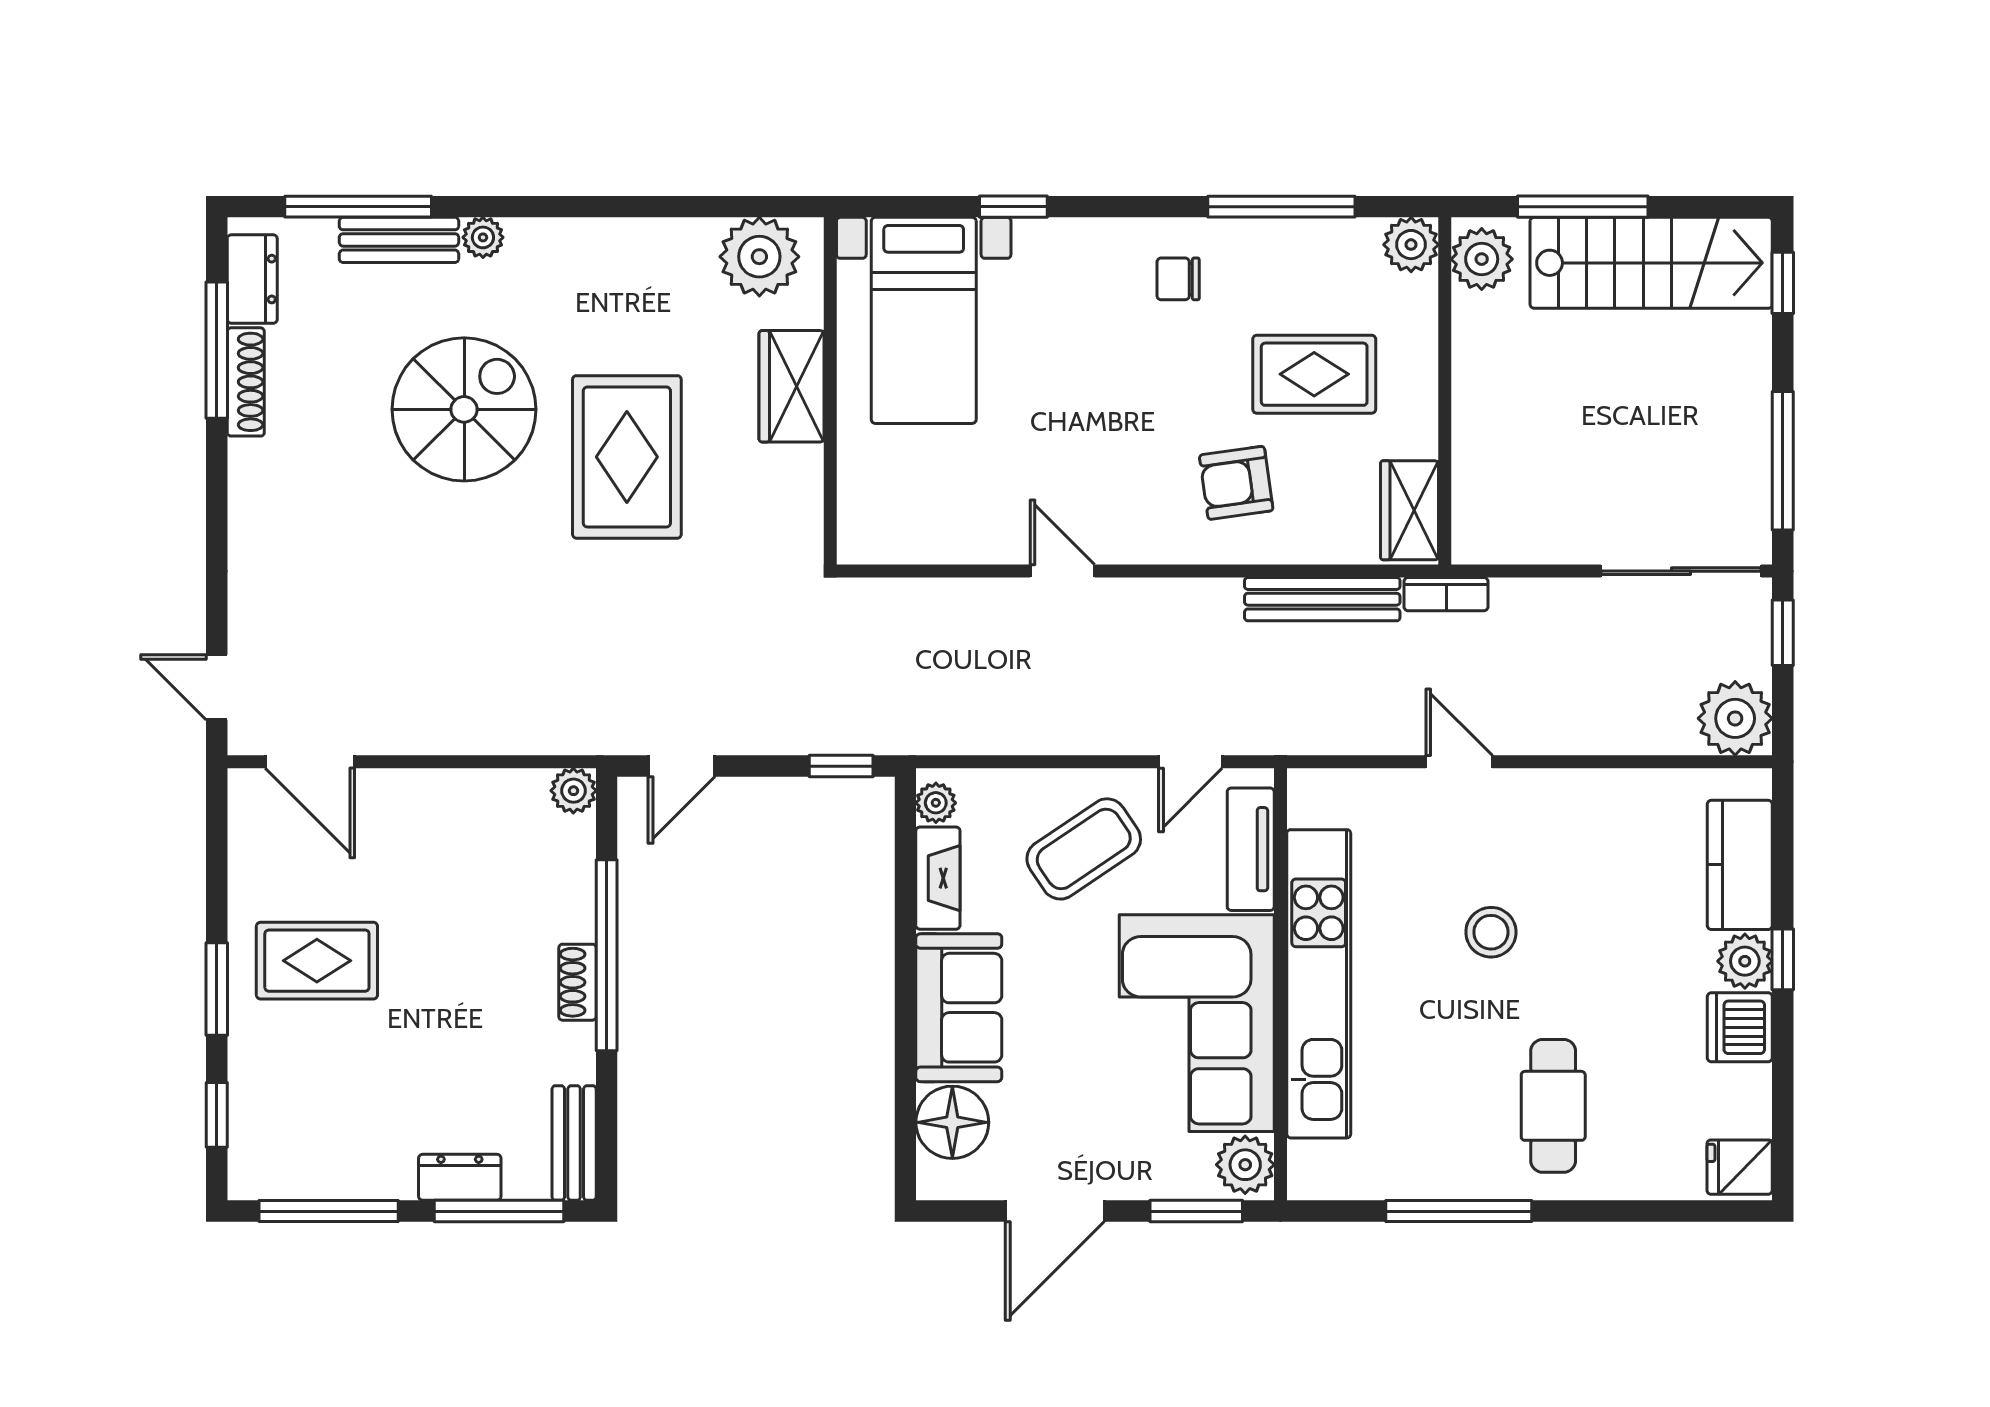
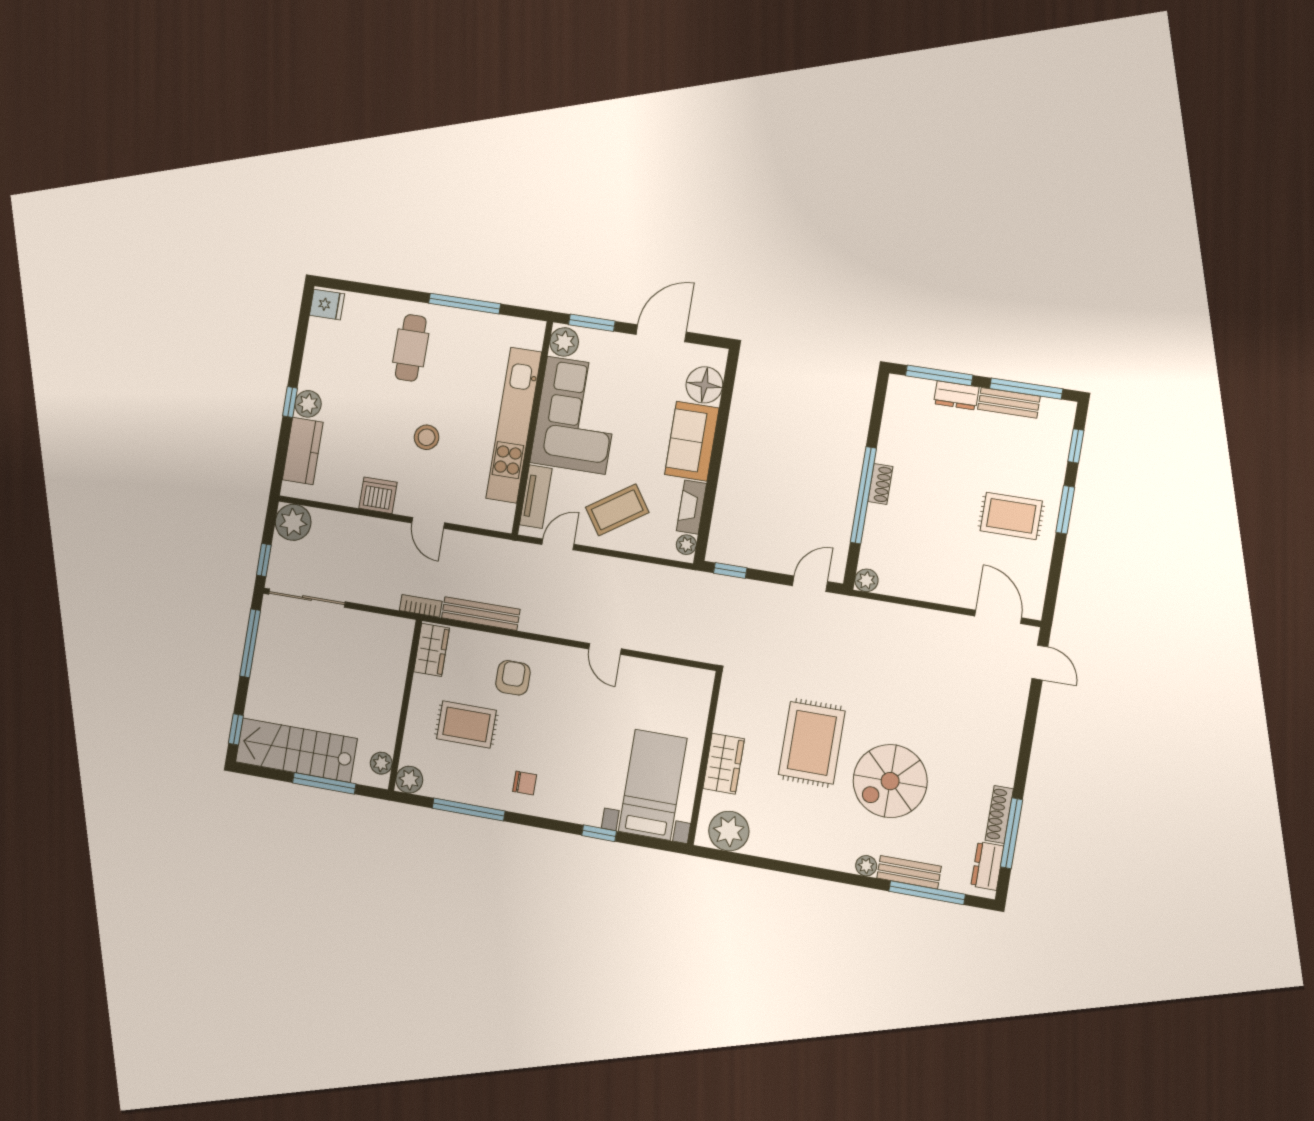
plant: (1482, 259) -> (381, 763), width x0.73, depth x0.73
armchair: (1236, 483) -> (513, 678), turned -82
dishwasher: (1740, 1027) -> (378, 495), moved, turned -90
bench: (574, 1143) -> (1009, 403), moved, turned 90

